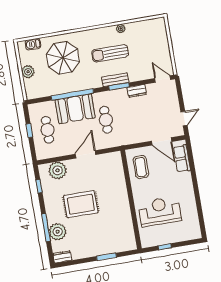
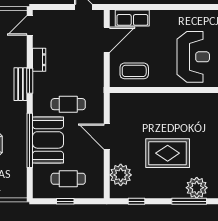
rug: (81, 204) -> (168, 153), turned 90
reception desk: (160, 211) -> (193, 57), turned 180

